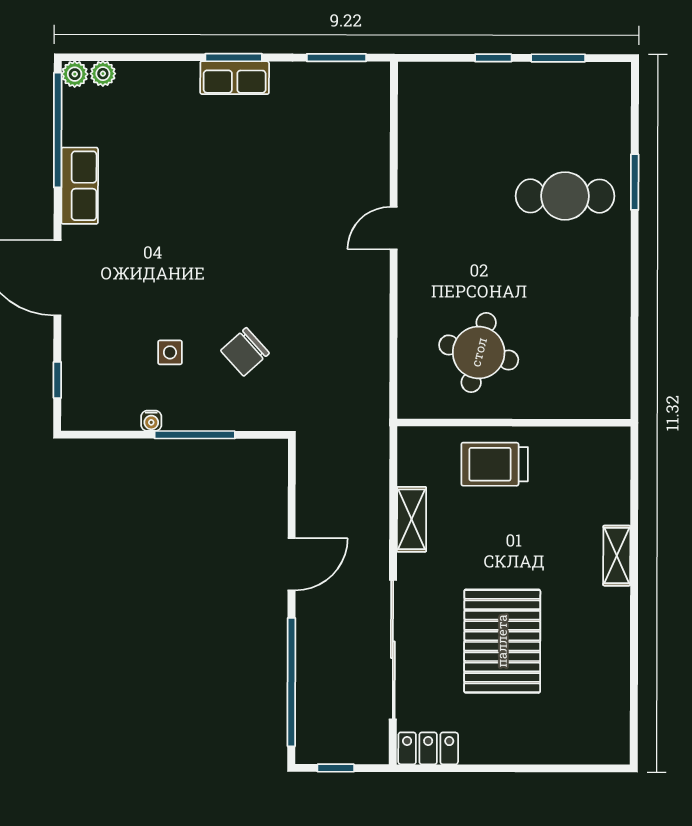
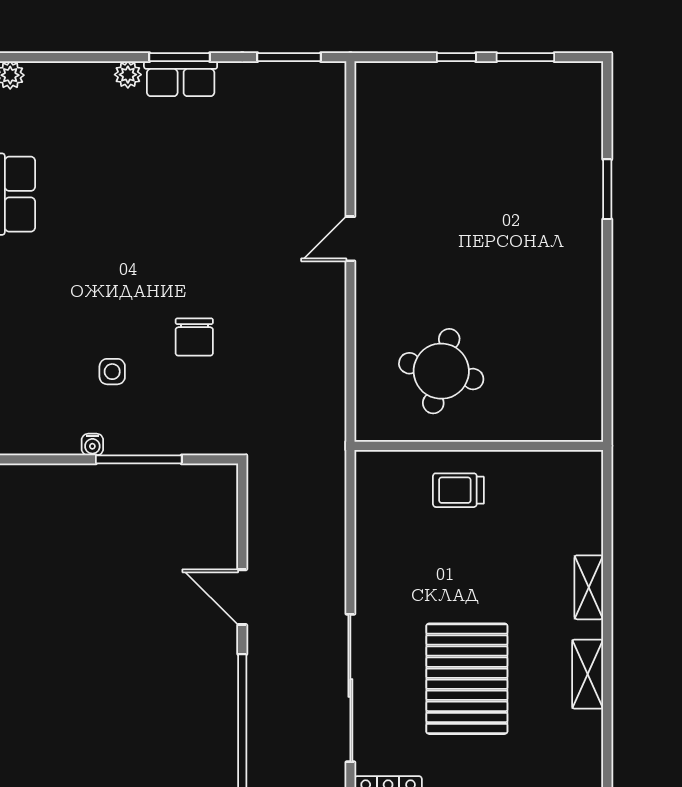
plant: (103, 74) -> (128, 75), moved
cafe table: (565, 196) -> (533, 204), removed
chair: (245, 352) -> (194, 337), moved, turned -48
trolley: (495, 464) -> (458, 490), width x0.73, depth x0.72
shelving: (412, 519) -> (588, 674), moved
door: (292, 564) -> (242, 597), swing flipped

